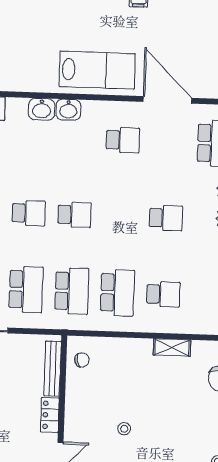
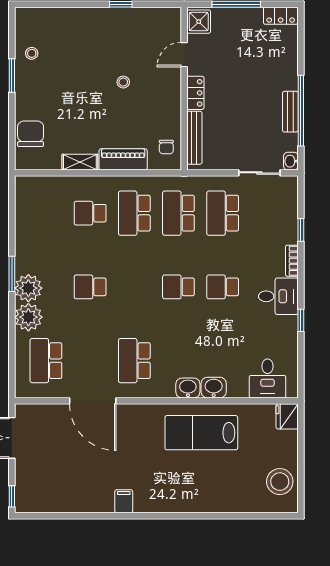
lab bench: (97, 70) -> (201, 433), moved
school desk: (123, 140) -> (134, 361), width x1.85
piano: (127, 349) -> (123, 159), added
chair: (82, 360) -> (166, 147), turned -78

